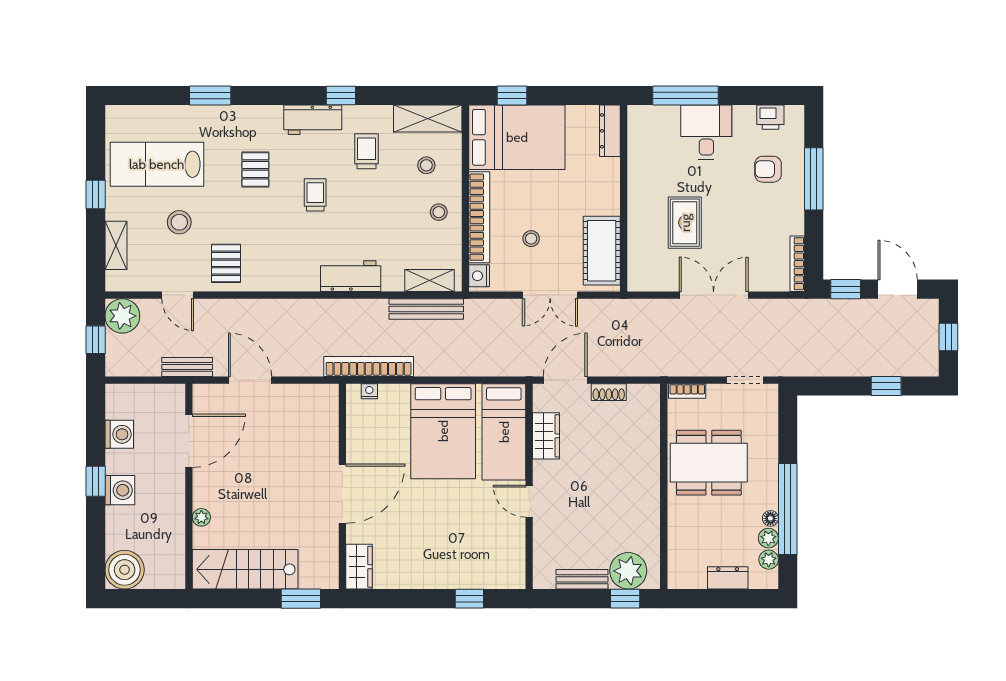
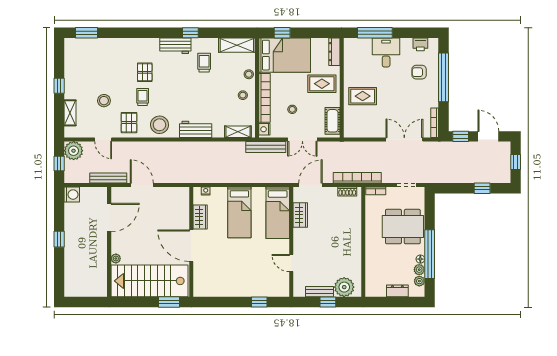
window: (210, 95) -> (87, 33), moved
lab bench: (157, 164) -> (92, 70), removed
stool: (426, 165) -> (249, 74), moved
window: (814, 179) -> (444, 77), width x1.46
rug: (586, 191) -> (322, 84), added
trolley: (315, 195) -> (143, 97), moved
rug: (685, 223) -> (363, 96), moved, turned 90
cot: (602, 251) -> (333, 121), width x0.73, depth x0.75
stool: (283, 267) -> (159, 125), added
double door: (714, 295) -> (404, 140), moved
bench: (426, 309) -> (266, 147), moved
bookcase: (369, 366) -> (357, 178), moved
bench: (187, 367) -> (108, 178), width x1.36
shoe rack: (609, 392) -> (347, 191), moved
bed: (443, 431) -> (239, 212), width x0.67
washing machine: (119, 434) -> (72, 195), moved
dining table: (709, 463) -> (403, 227), moved
washing machine: (120, 490) -> (72, 244), removed
door: (342, 494) -> (191, 246), swing flipped
door: (529, 501) -> (291, 263), moved
wardrobe: (359, 567) -> (200, 217), moved
stairs: (245, 569) -> (149, 281), width x1.36, depth x1.51
boiler: (125, 570) -> (75, 287), removed
window: (625, 599) -> (328, 302), moved

